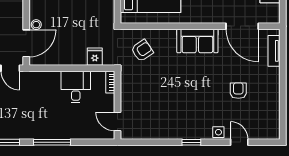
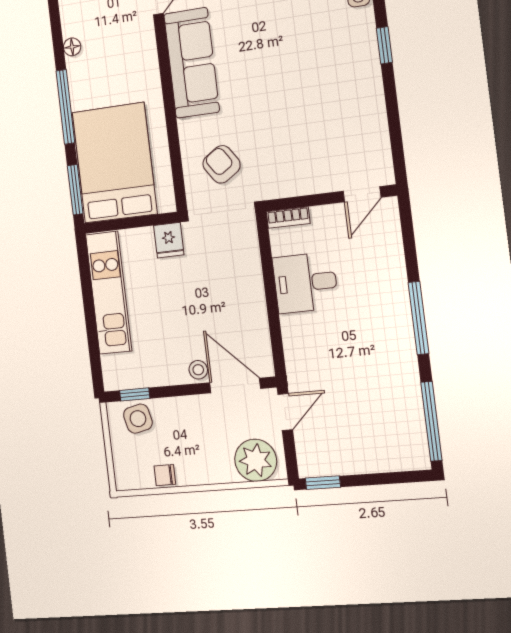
sofa: (197, 41) -> (192, 63), width x1.36
fridge: (95, 57) -> (169, 240), moved, turned -90

